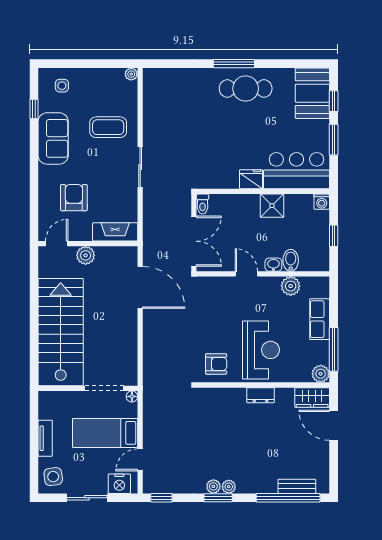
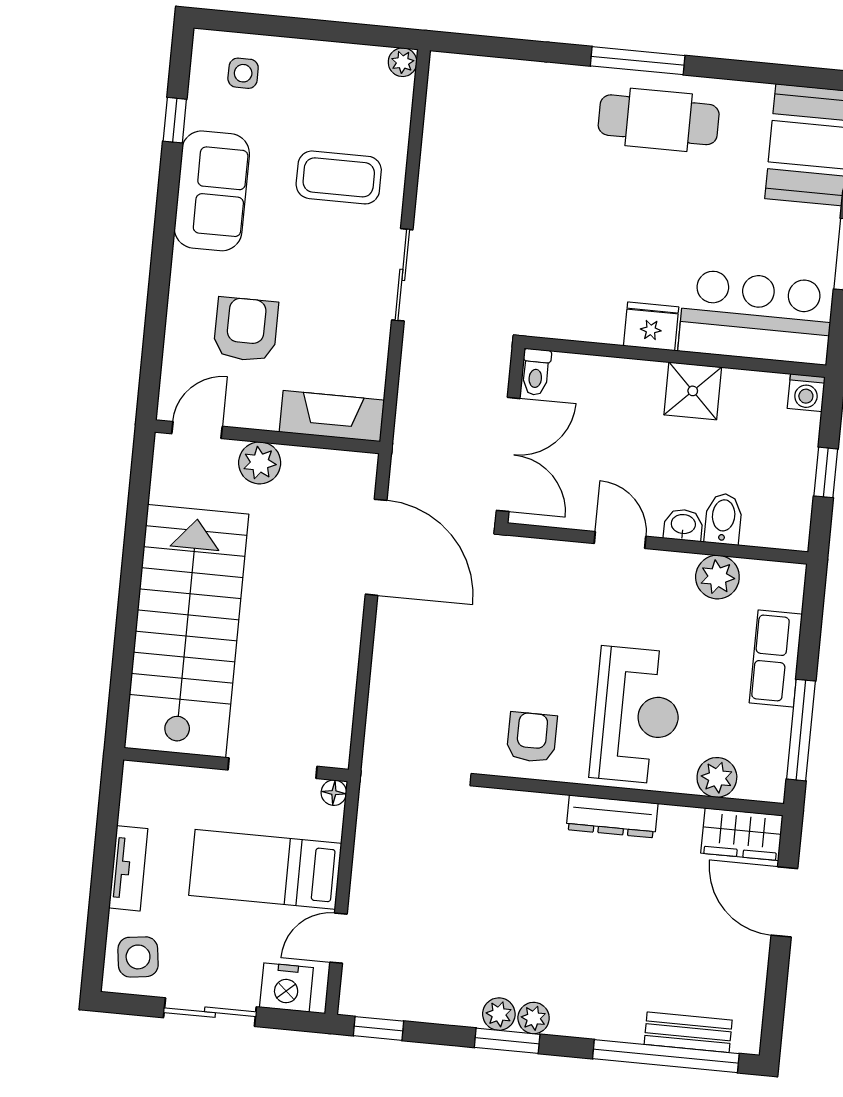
armchair: (216, 364) -> (532, 737), turned -90
plant: (321, 374) -> (717, 777), moved
dresser: (261, 395) -> (612, 816), width x1.44

